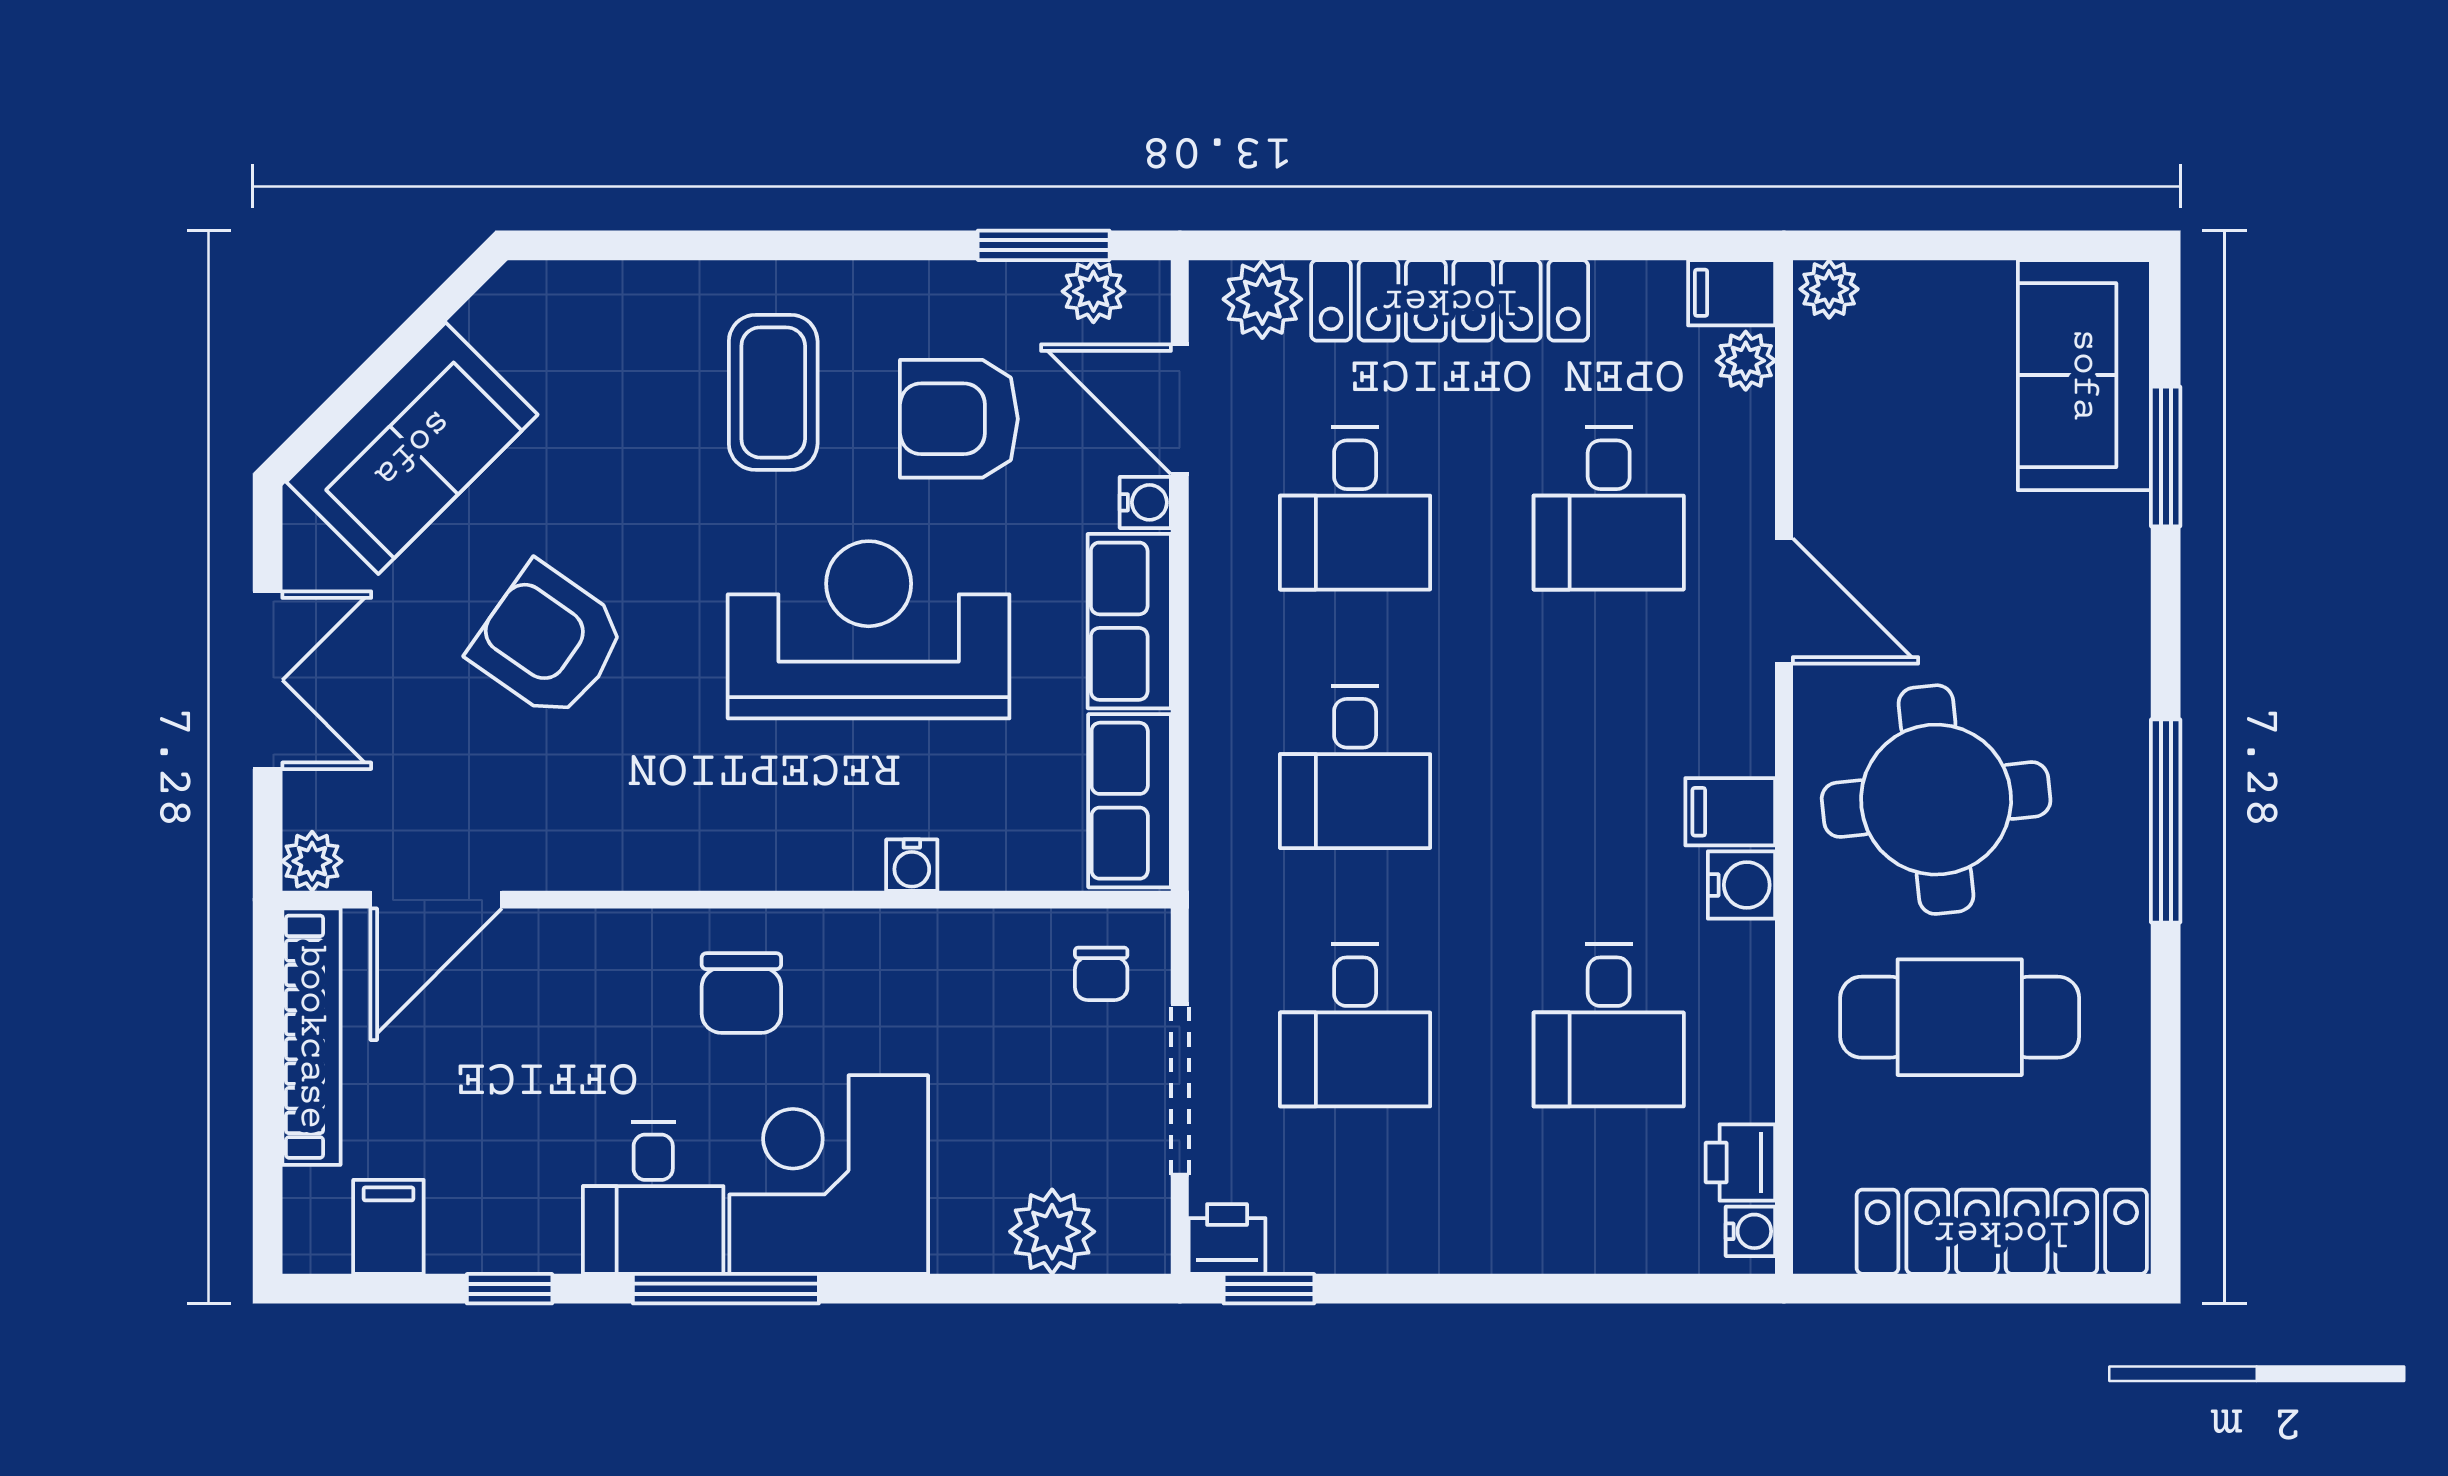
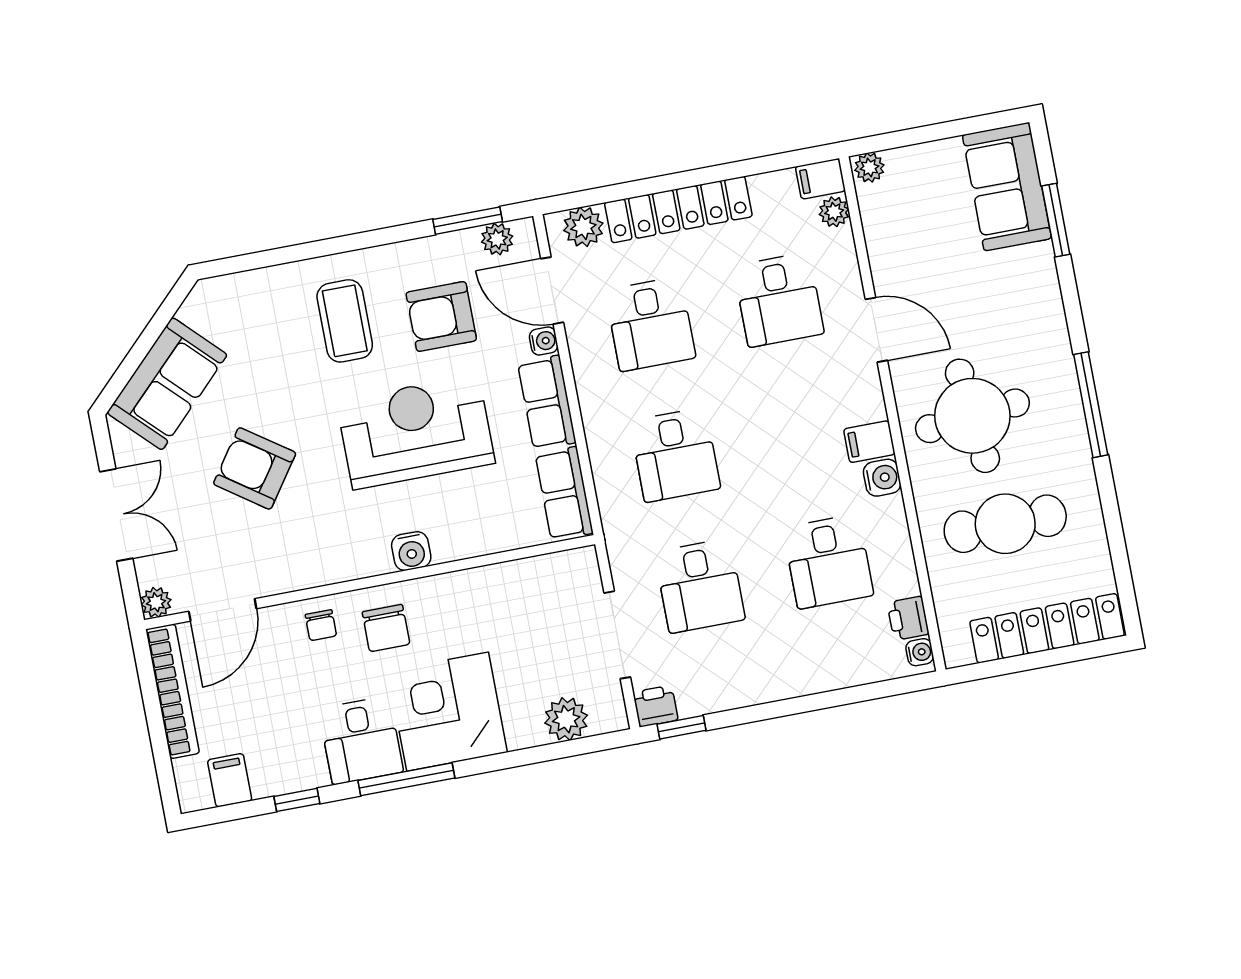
water cooler: (912, 865) -> (411, 551), moved, width x1.38, depth x1.38
chair: (1101, 974) -> (321, 625), moved

